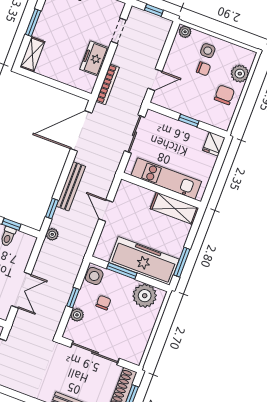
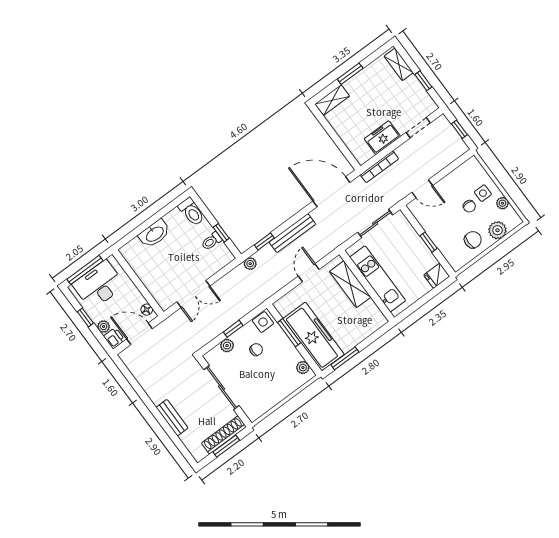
plant: (185, 32) -> (502, 203), moved
shelving: (175, 208) -> (350, 284), moved
plant: (145, 296) -> (303, 368), width x0.53, depth x0.53

